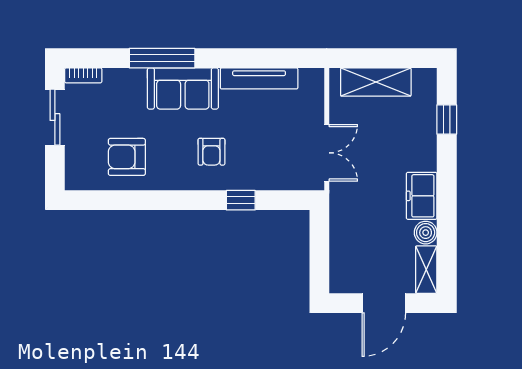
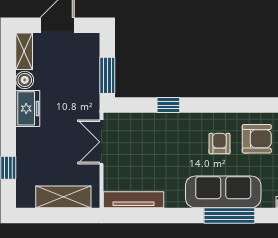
tv unit: (259, 78) -> (133, 200), moved
sofa: (183, 89) -> (223, 192), width x1.36
armchair: (211, 152) -> (220, 144), moved
window: (319, 238) -> (107, 75), added

